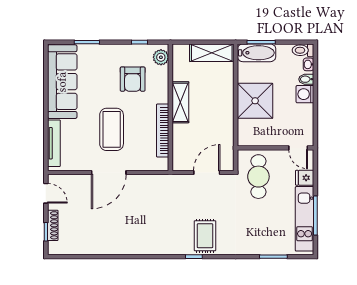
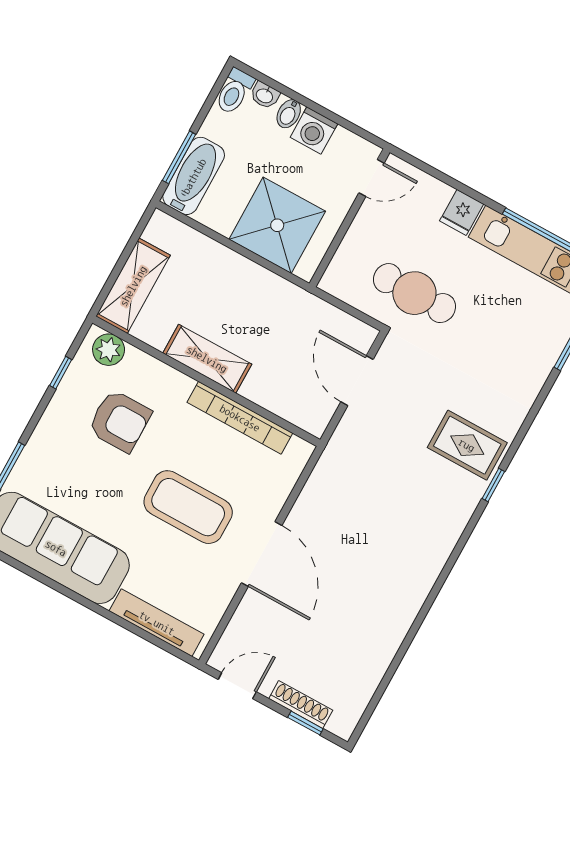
shelving: (212, 53) -> (133, 286), moved
wall: (276, 148) -> (350, 218), moved
door: (298, 148) -> (372, 178), moved

